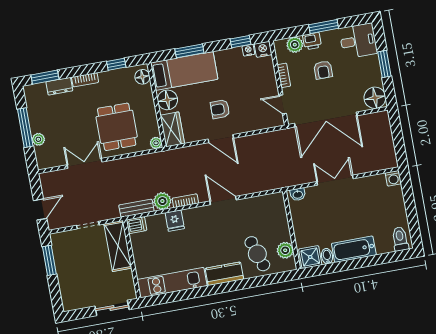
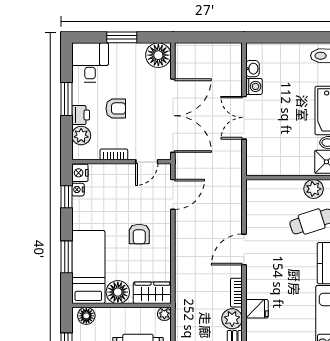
door: (221, 139) -> (173, 194), moved
washing machine: (393, 178) -> (254, 86), moved
washbasin: (298, 194) -> (252, 69), moved

